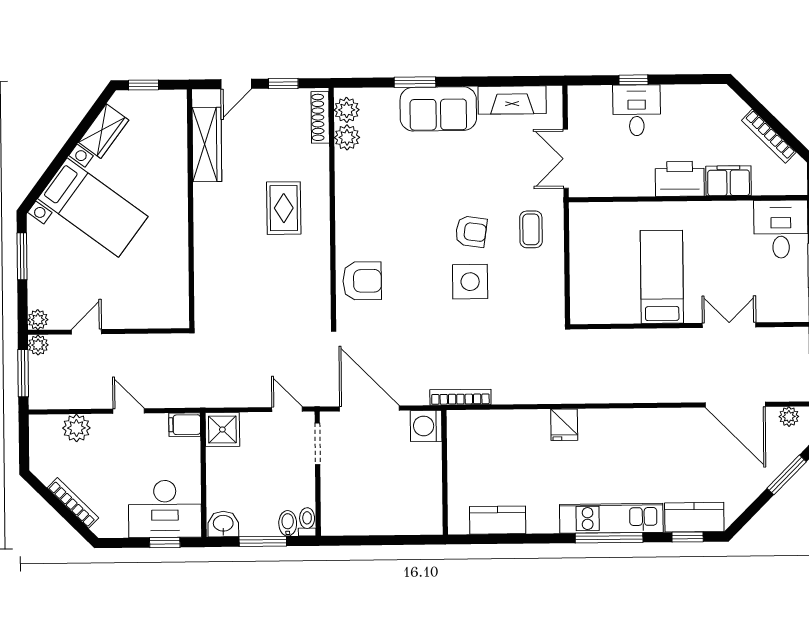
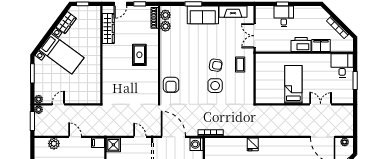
armchair: (362, 281) -> (171, 85), turned 90

